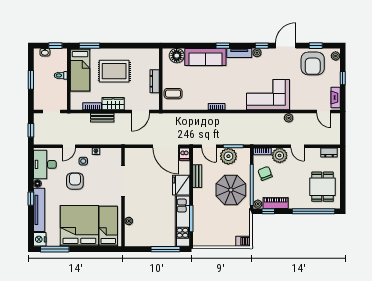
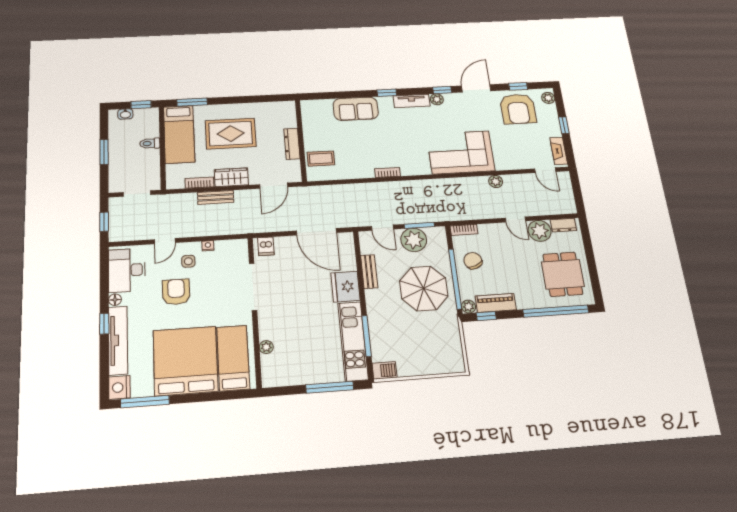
floor lamp: (177, 56) -> (322, 109), removed
sofa: (205, 57) -> (356, 109), width x0.73
dishwasher: (184, 154) -> (266, 246), moved
plant: (280, 155) -> (540, 231), moved
barbecue: (243, 241) -> (385, 370), moved

